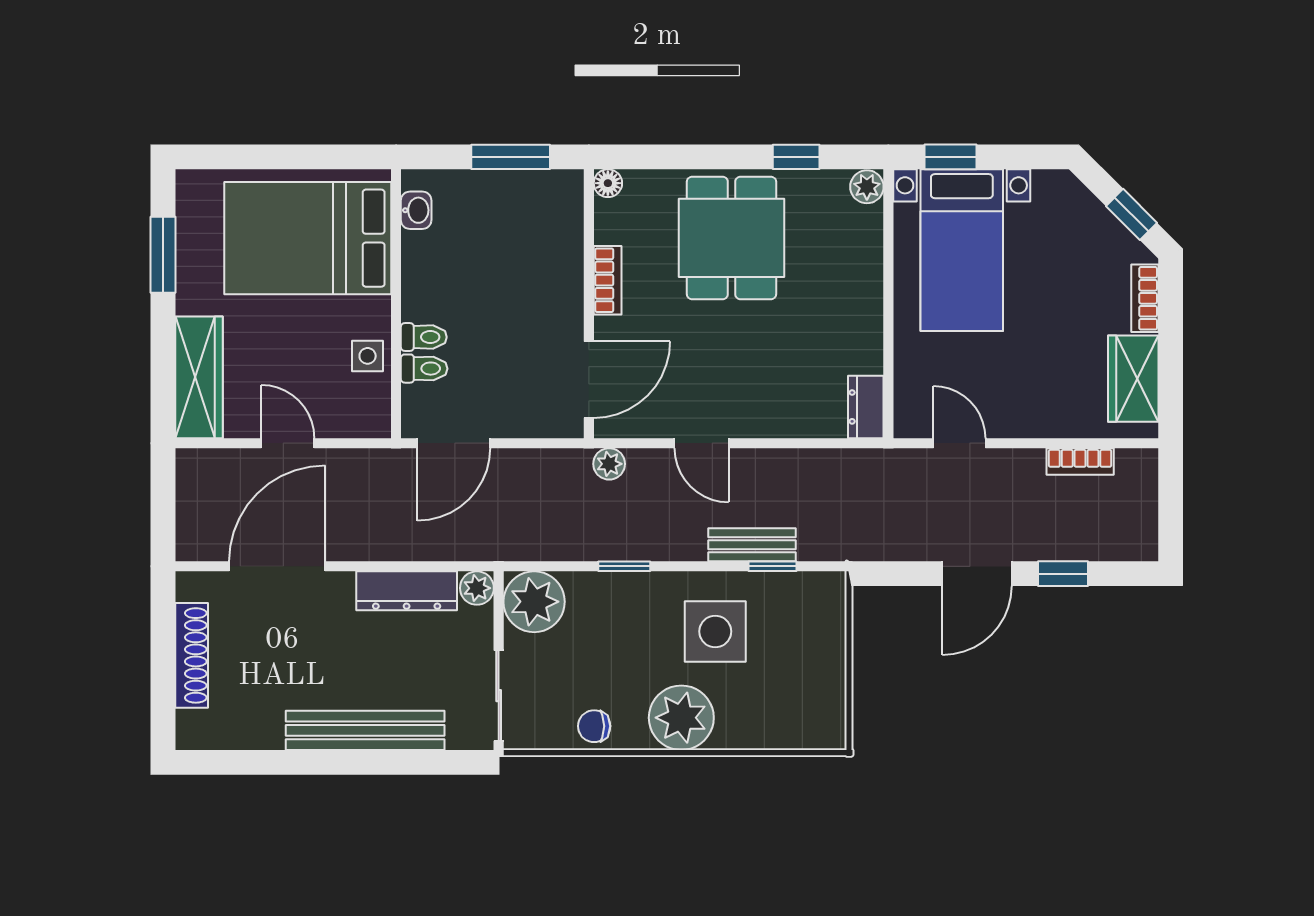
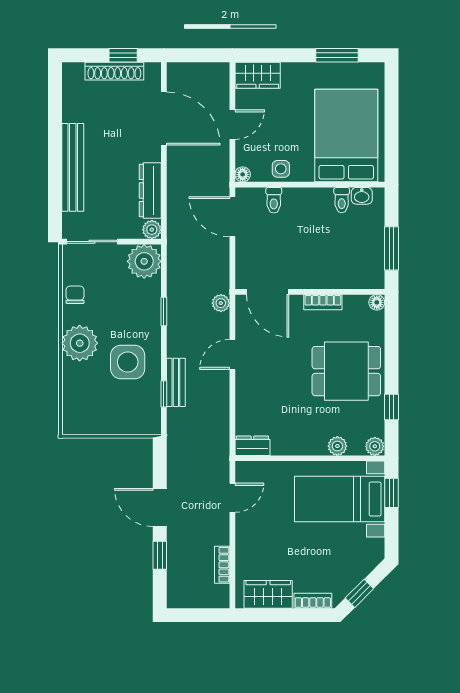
plant: (866, 254) -> (337, 446), added
toilet: (424, 337) -> (342, 200), moved
wardrobe: (199, 377) -> (258, 75), width x0.67
floor lamp: (377, 425) -> (243, 174), added
window: (163, 640) -> (123, 55), added

